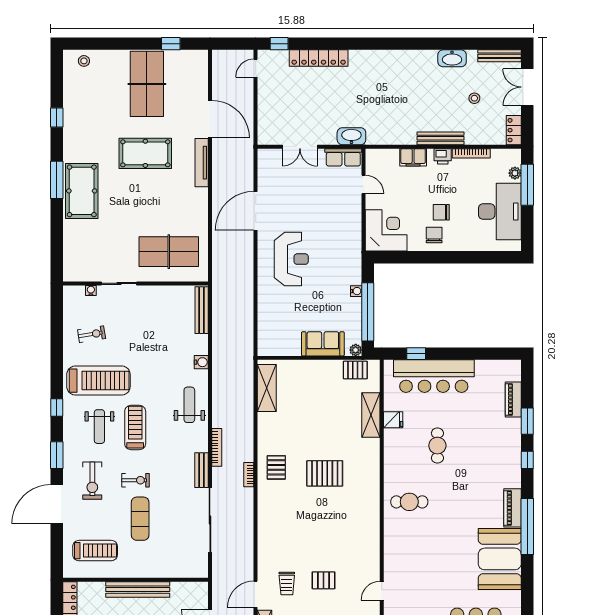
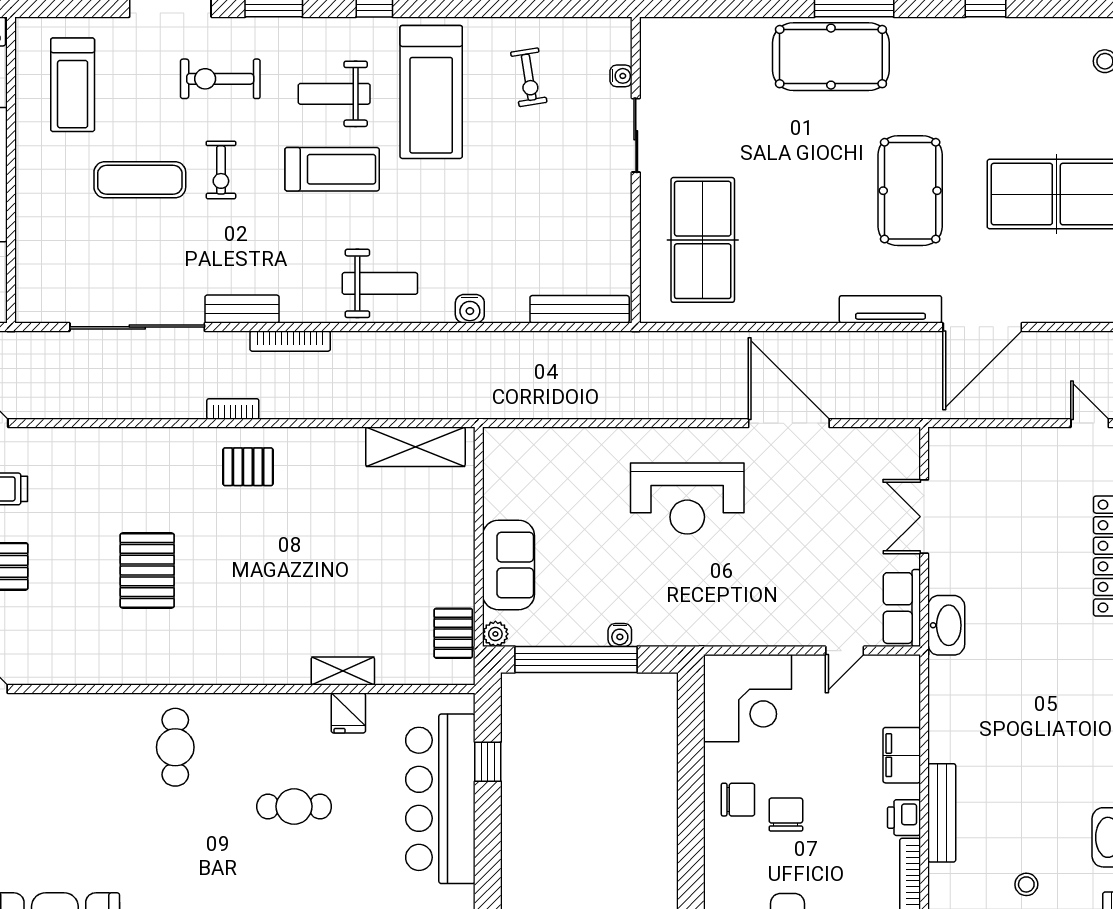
shelving: (371, 415) -> (343, 671), width x0.67, depth x0.75
pallet: (325, 473) -> (147, 570), moved

